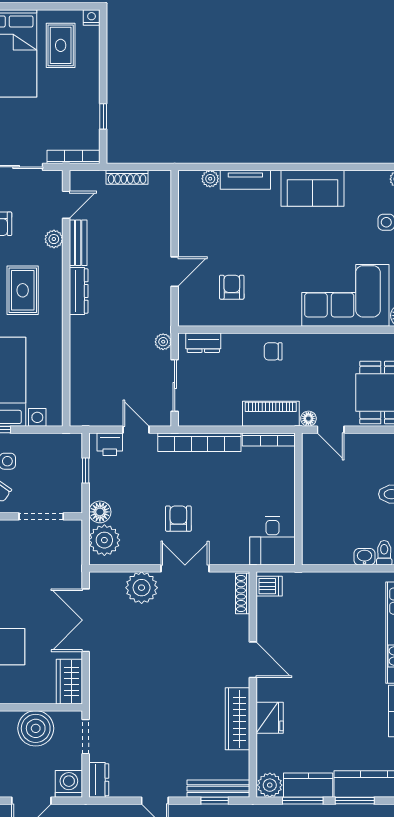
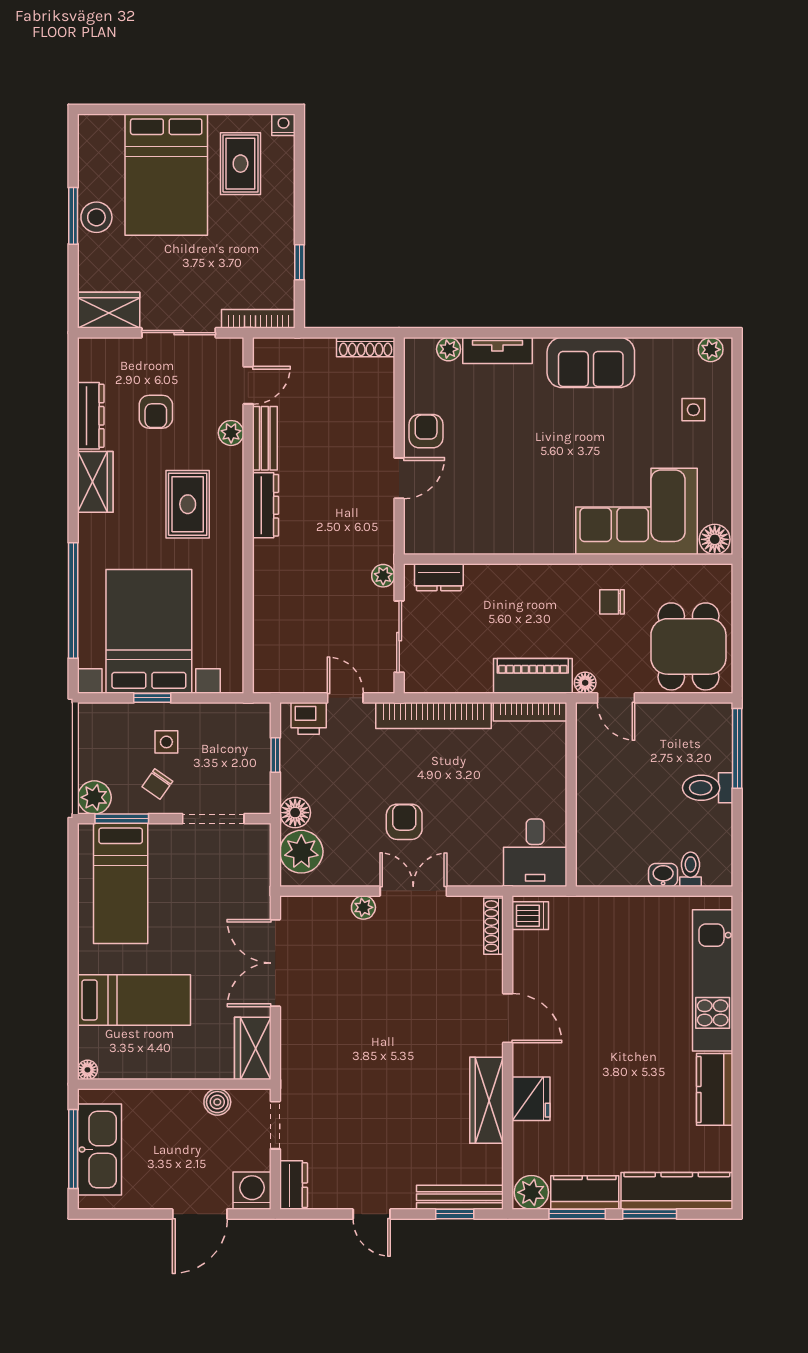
shoe rack: (127, 177) -> (366, 347), moved
armchair: (232, 287) -> (426, 431), moved
chair: (273, 351) -> (612, 602), moved
plant: (142, 588) -> (363, 907), width x0.53, depth x0.53
boiler: (36, 728) -> (217, 1102), width x0.54, depth x0.54

